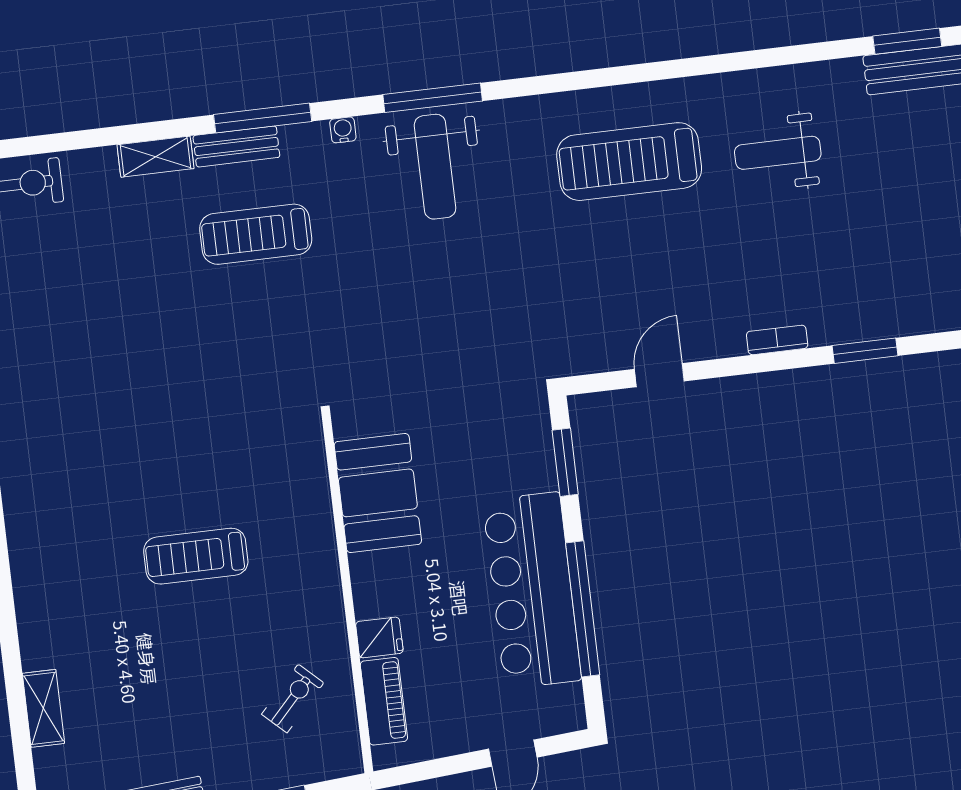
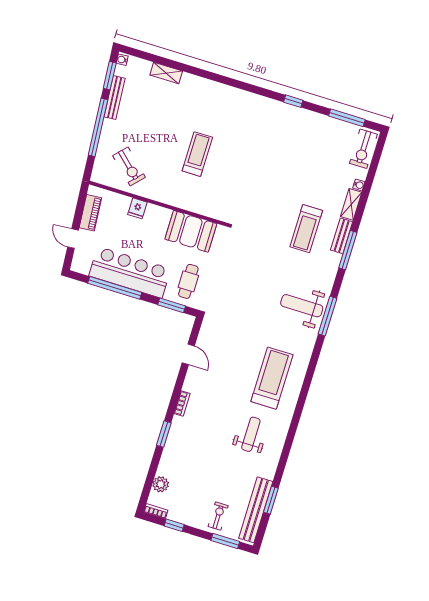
water cooler: (343, 130) -> (359, 185), moved
treadmill: (256, 234) -> (306, 229), turned 180
cafe table: (494, 448) -> (188, 281), added
exercise bike: (293, 699) -> (129, 166), width x1.38, depth x1.39
piano: (384, 701) -> (90, 213), moved, turned -94

